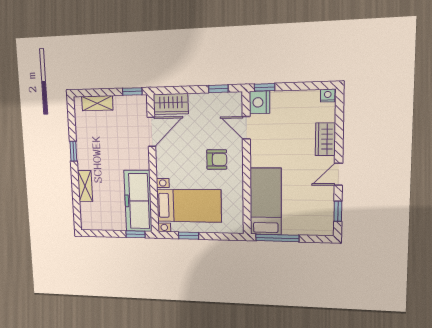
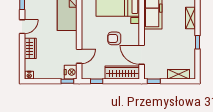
wardrobe: (171, 104) -> (122, 72), width x1.50
door: (246, 128) -> (79, 56), hinge flipped
door: (151, 132) -> (142, 55), hinge flipped
armchair: (217, 159) -> (114, 38), moved

